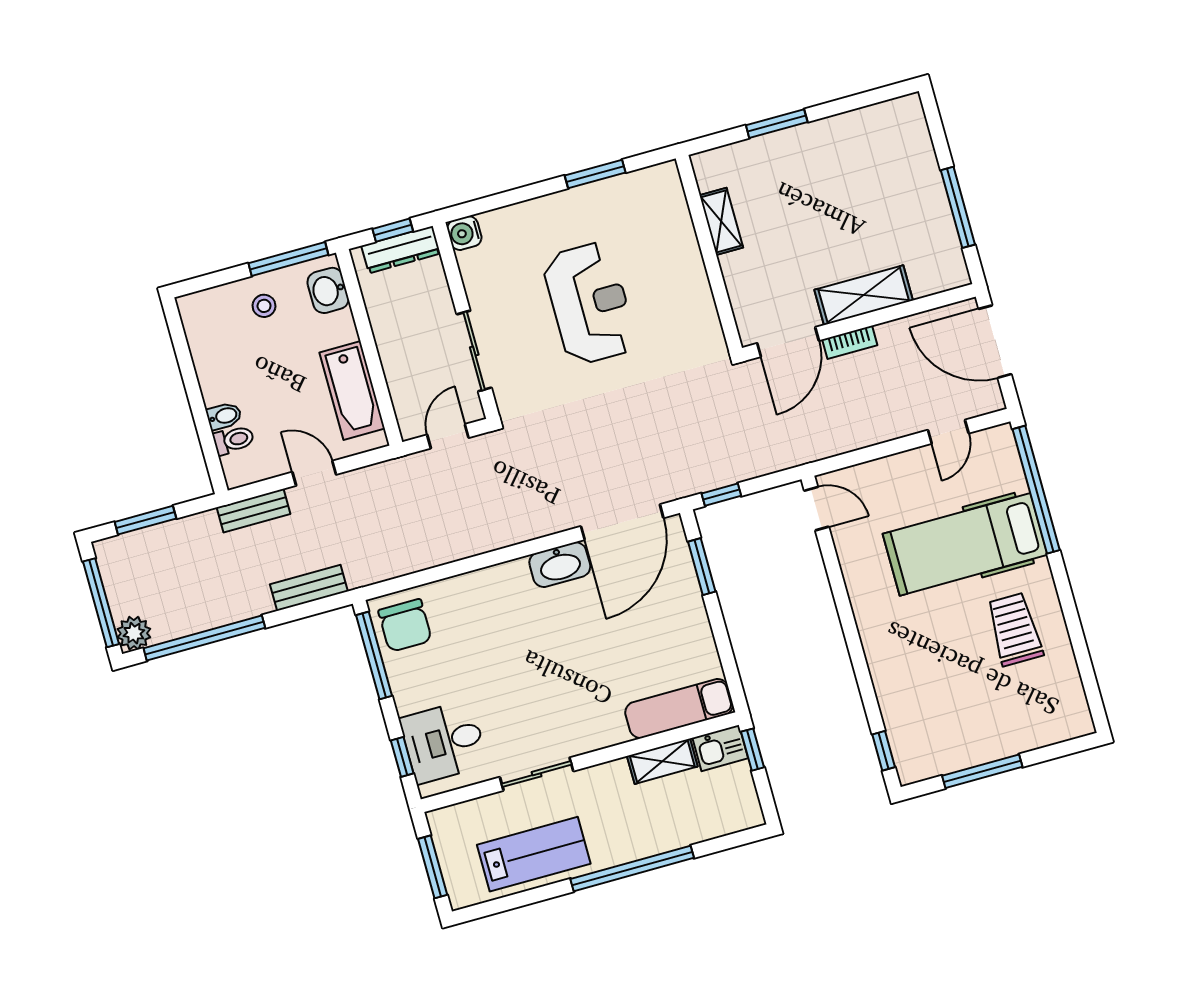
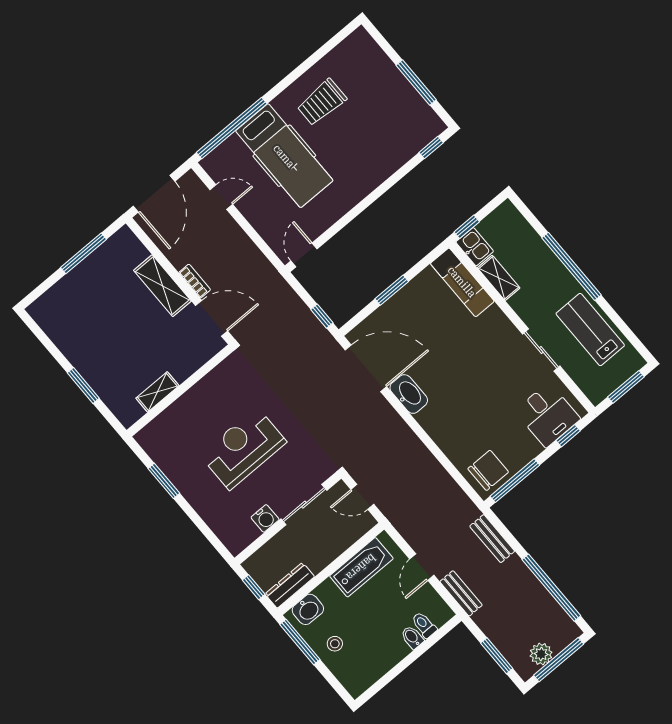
water cooler: (464, 233) -> (265, 518), moved
dresser: (401, 250) -> (290, 585), moved, turned -90
window: (702, 567) -> (392, 290), moved
plant: (134, 633) -> (541, 654), moved

